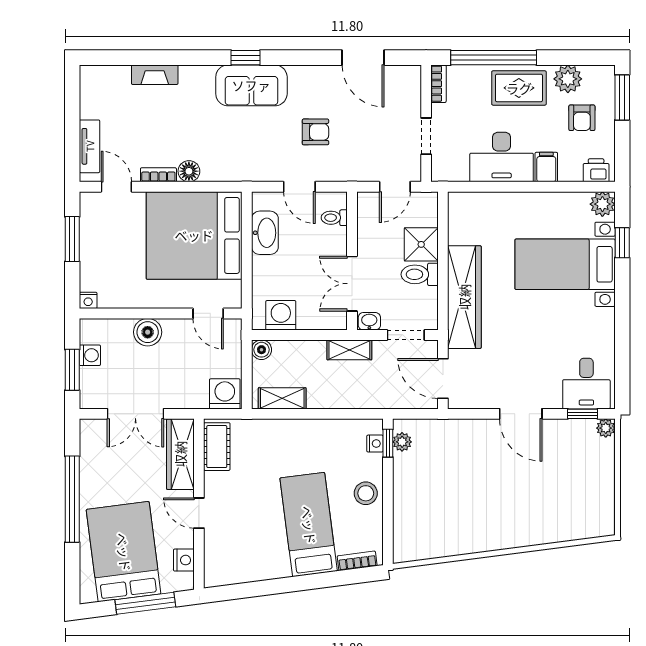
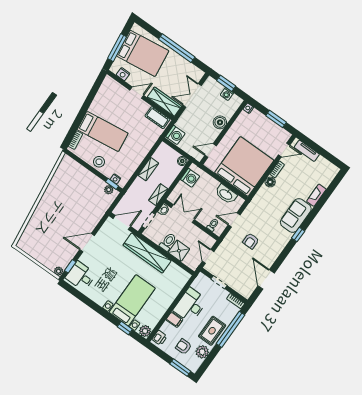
door: (363, 58) -> (266, 279), hinge flipped
sofa: (251, 85) -> (296, 215), moved
shelving: (282, 398) -> (148, 169), moved

